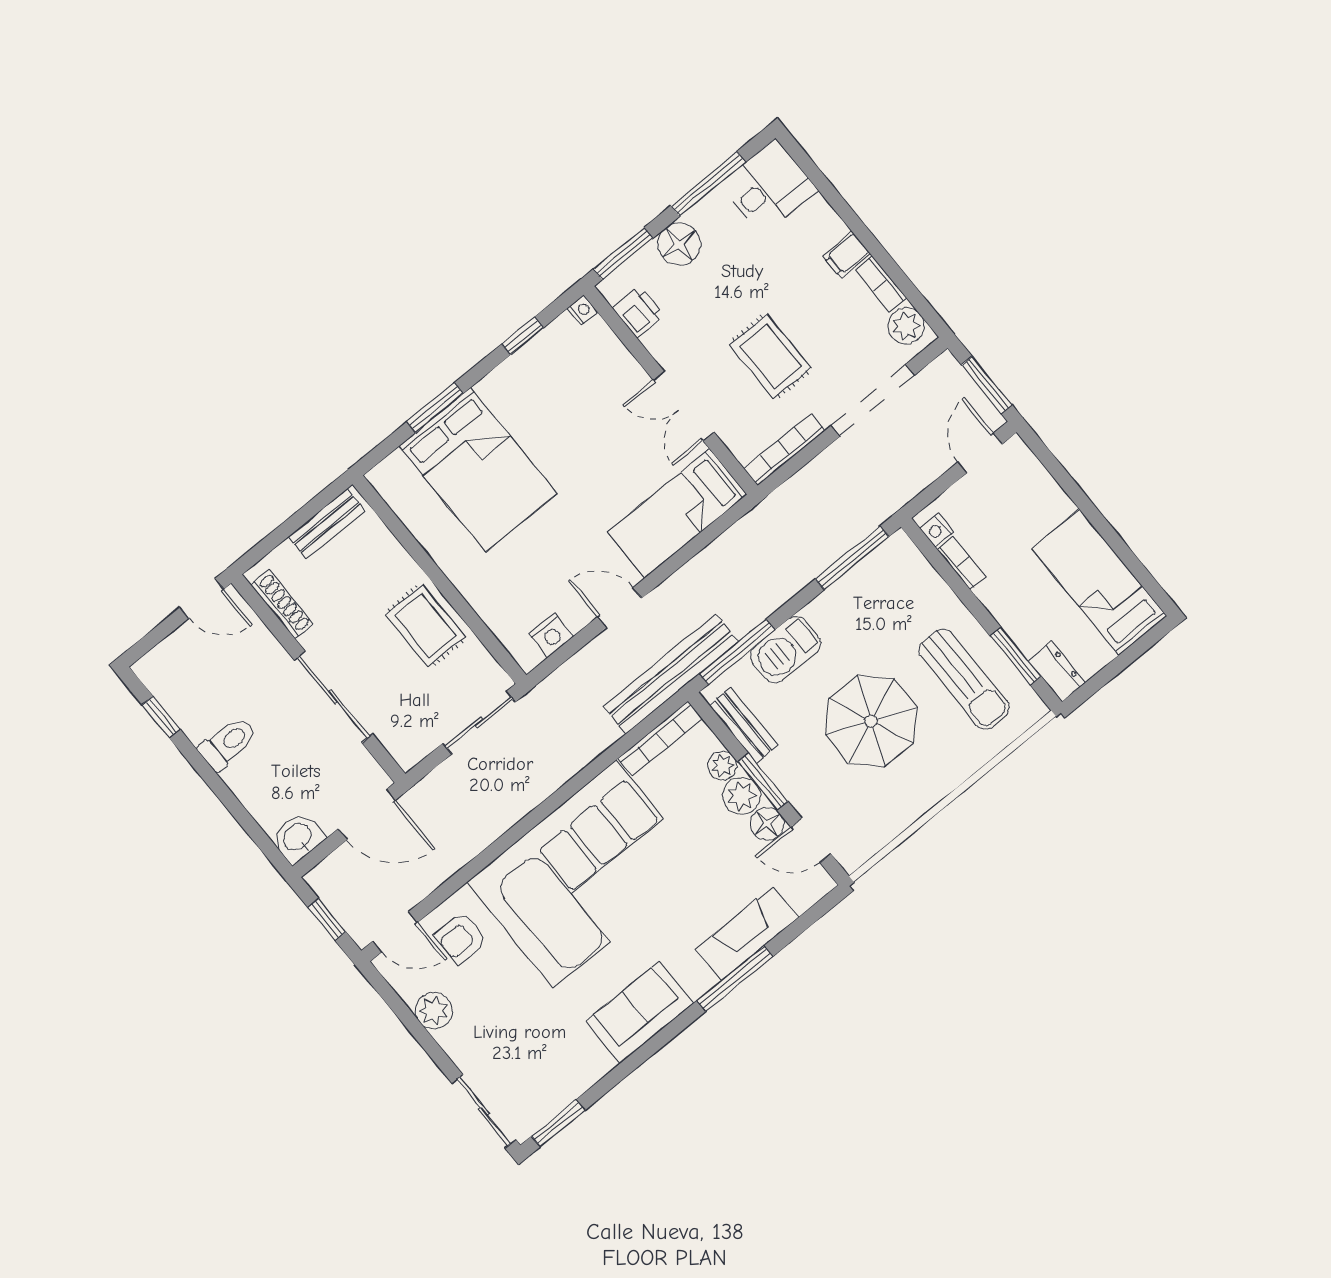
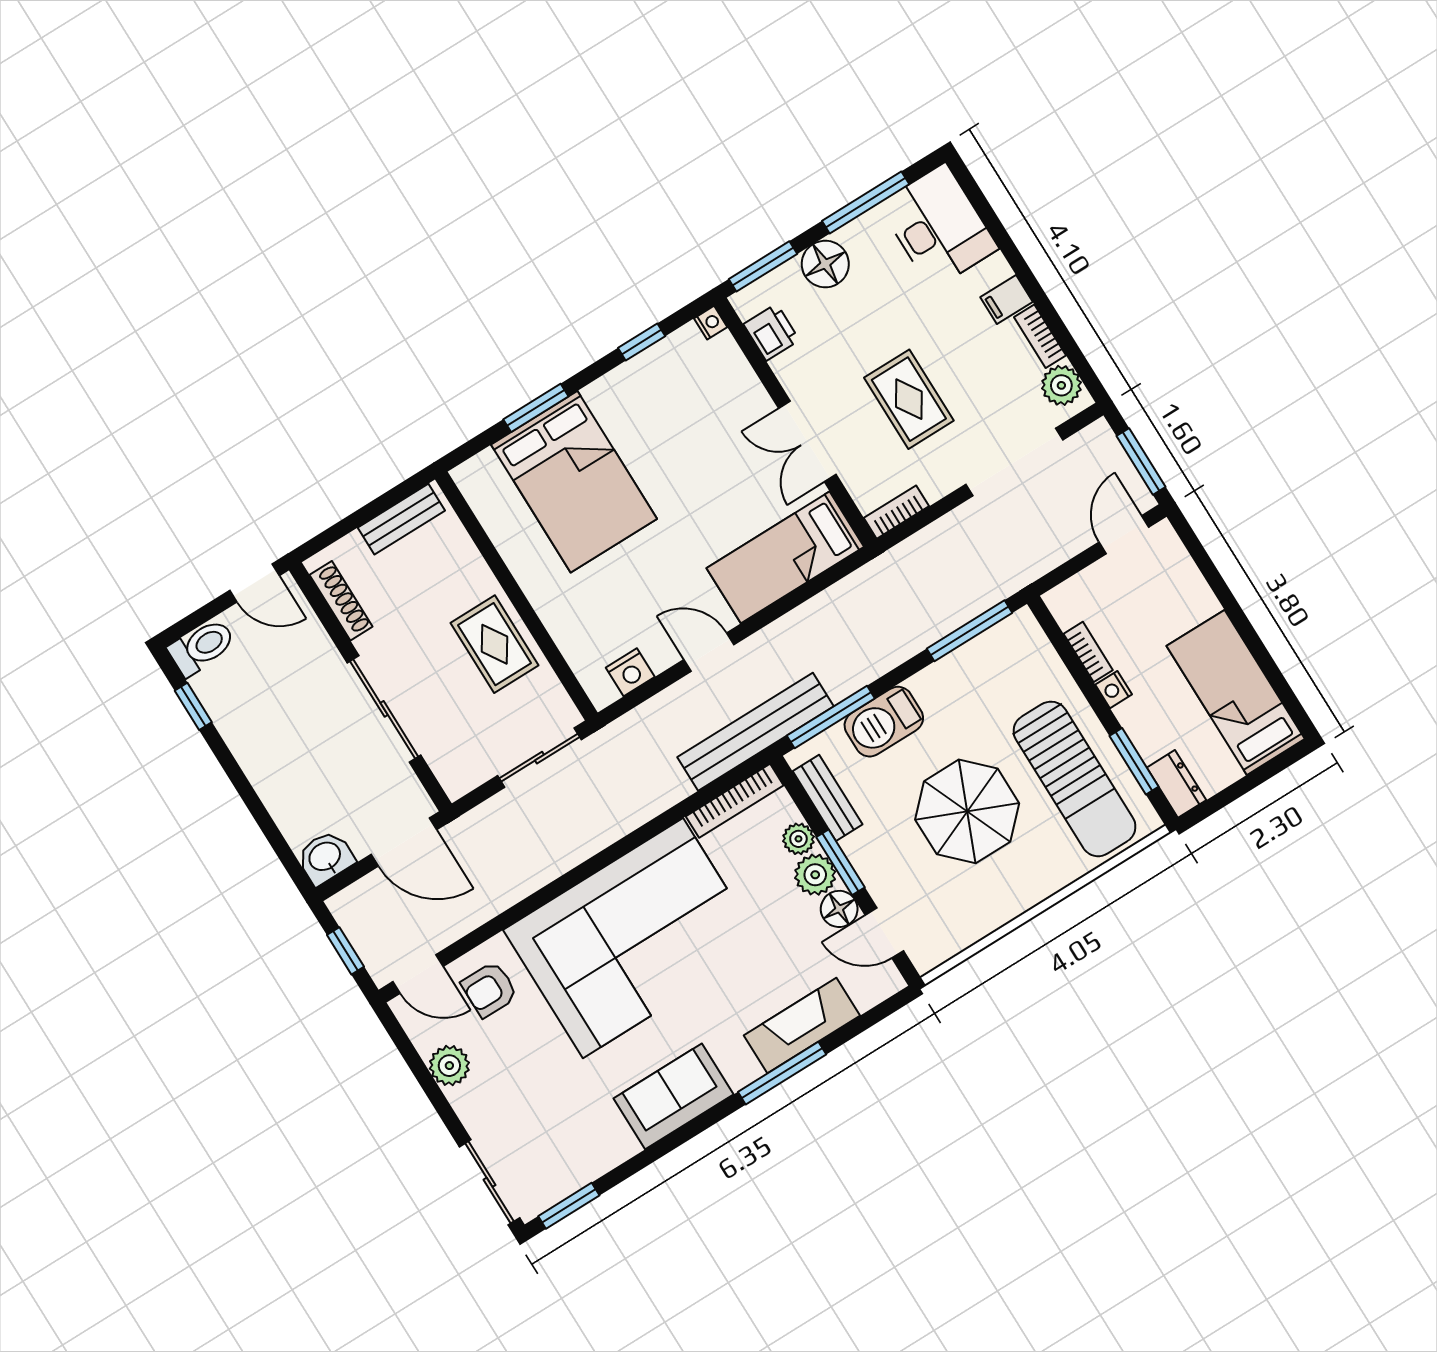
desk: (769, 187) -> (938, 226), width x1.37
bookcase: (784, 449) -> (896, 512), width x0.64
nightstand: (937, 530) -> (1114, 690), moved
sun lounger: (964, 679) -> (1075, 779), width x1.36, depth x1.34
toilet: (228, 743) -> (202, 647), moved

